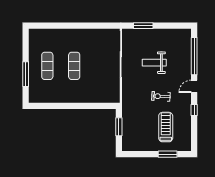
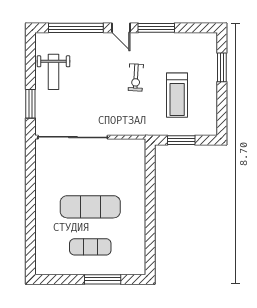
weight bench: (154, 63) -> (54, 72), moved
exercise mat: (74, 66) -> (90, 207), width x1.36, depth x1.45
window: (194, 110) -> (156, 28), width x2.17
treadmill: (166, 127) -> (177, 95), moved, turned -90

